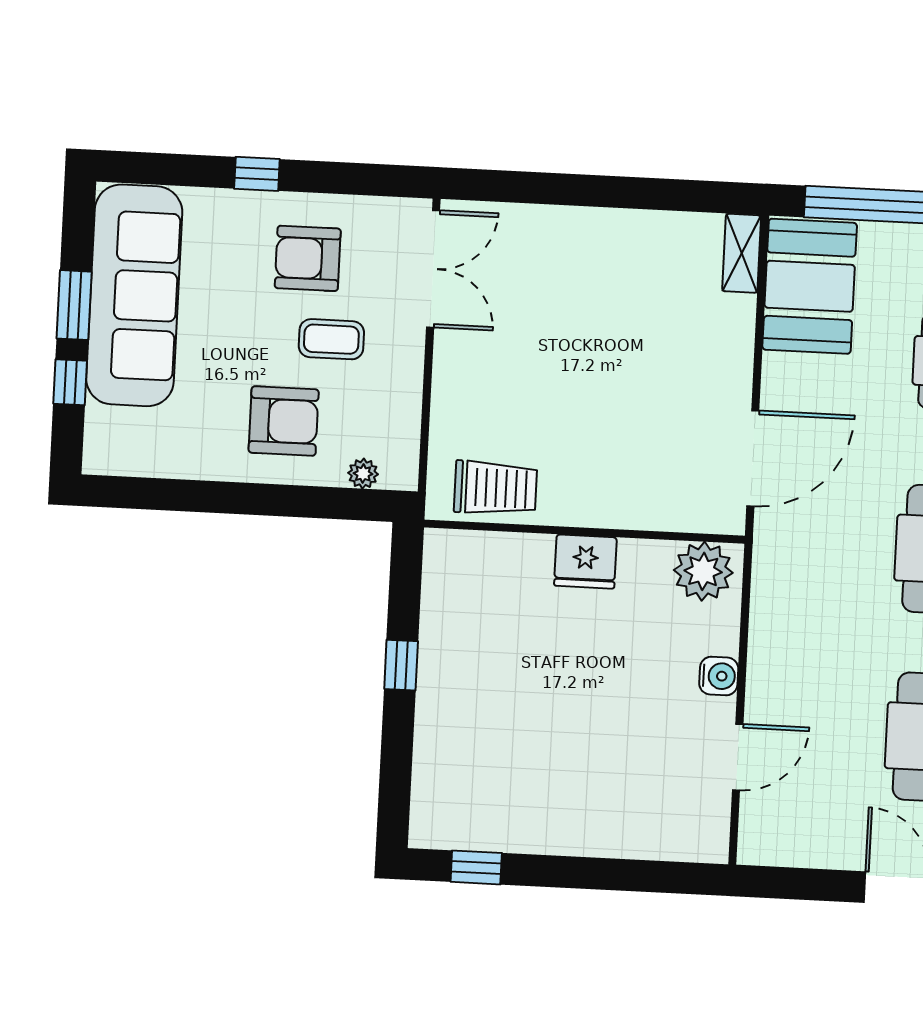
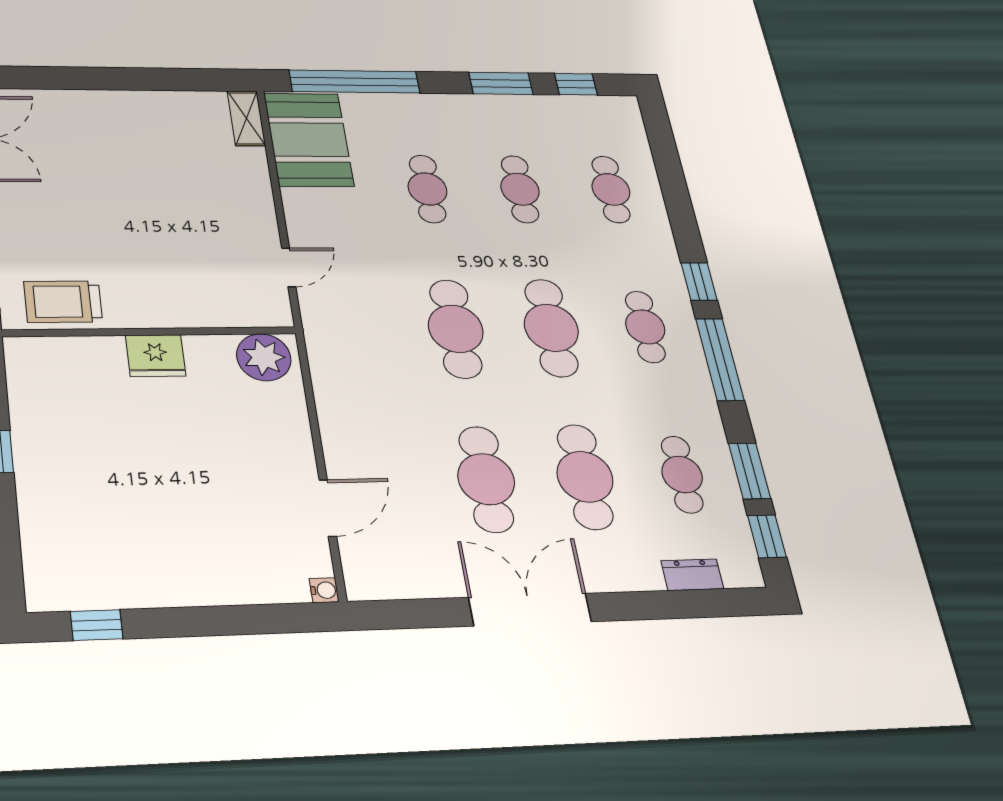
door: (753, 458) -> (289, 267), width x0.53
trolley: (496, 488) -> (63, 302), turned 180
water cooler: (719, 676) -> (324, 590), moved, width x0.72, depth x0.72

